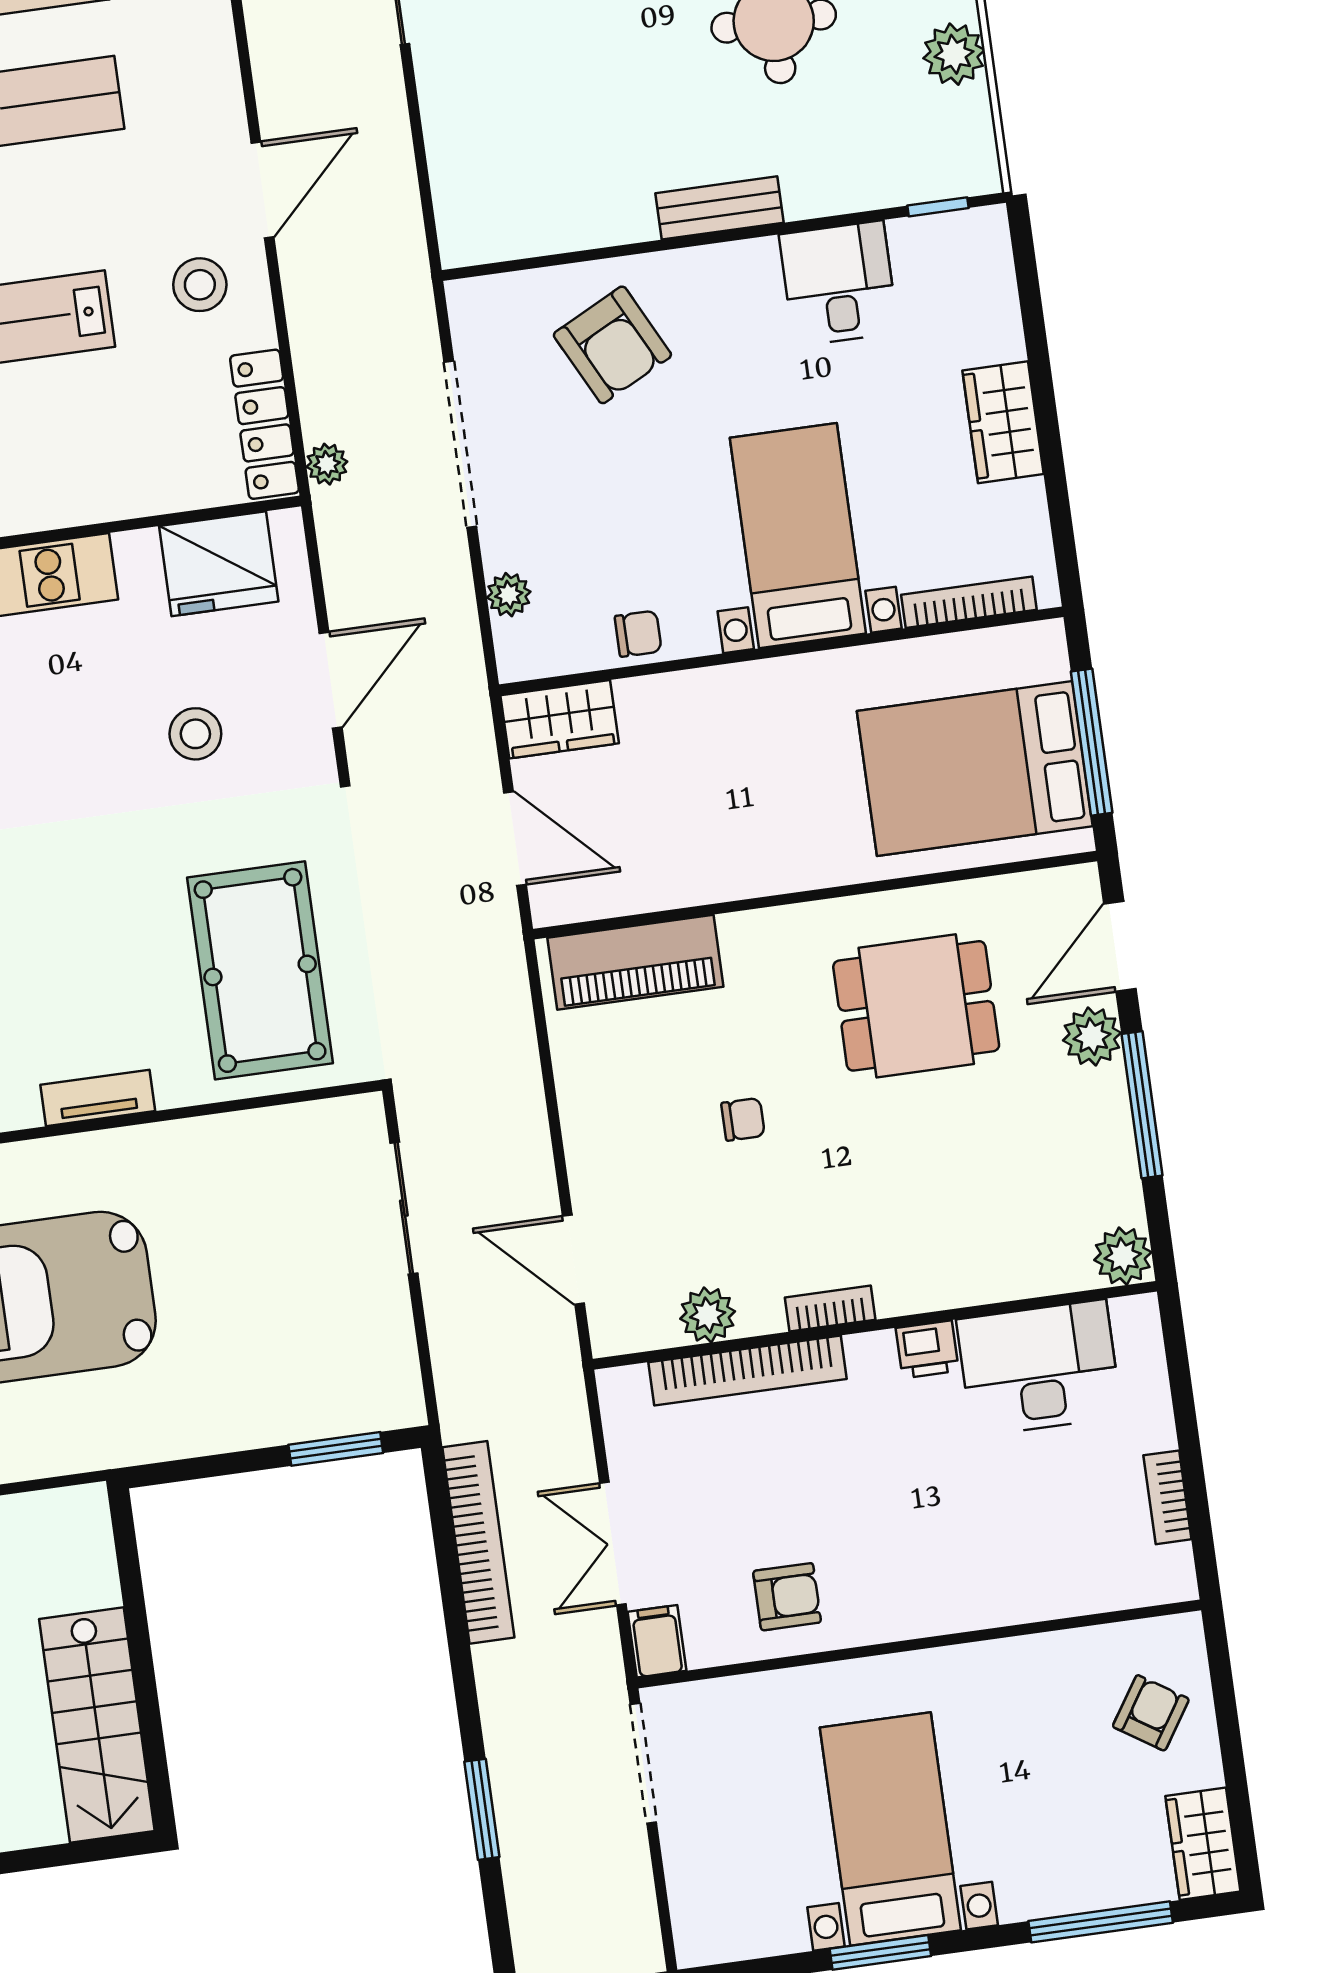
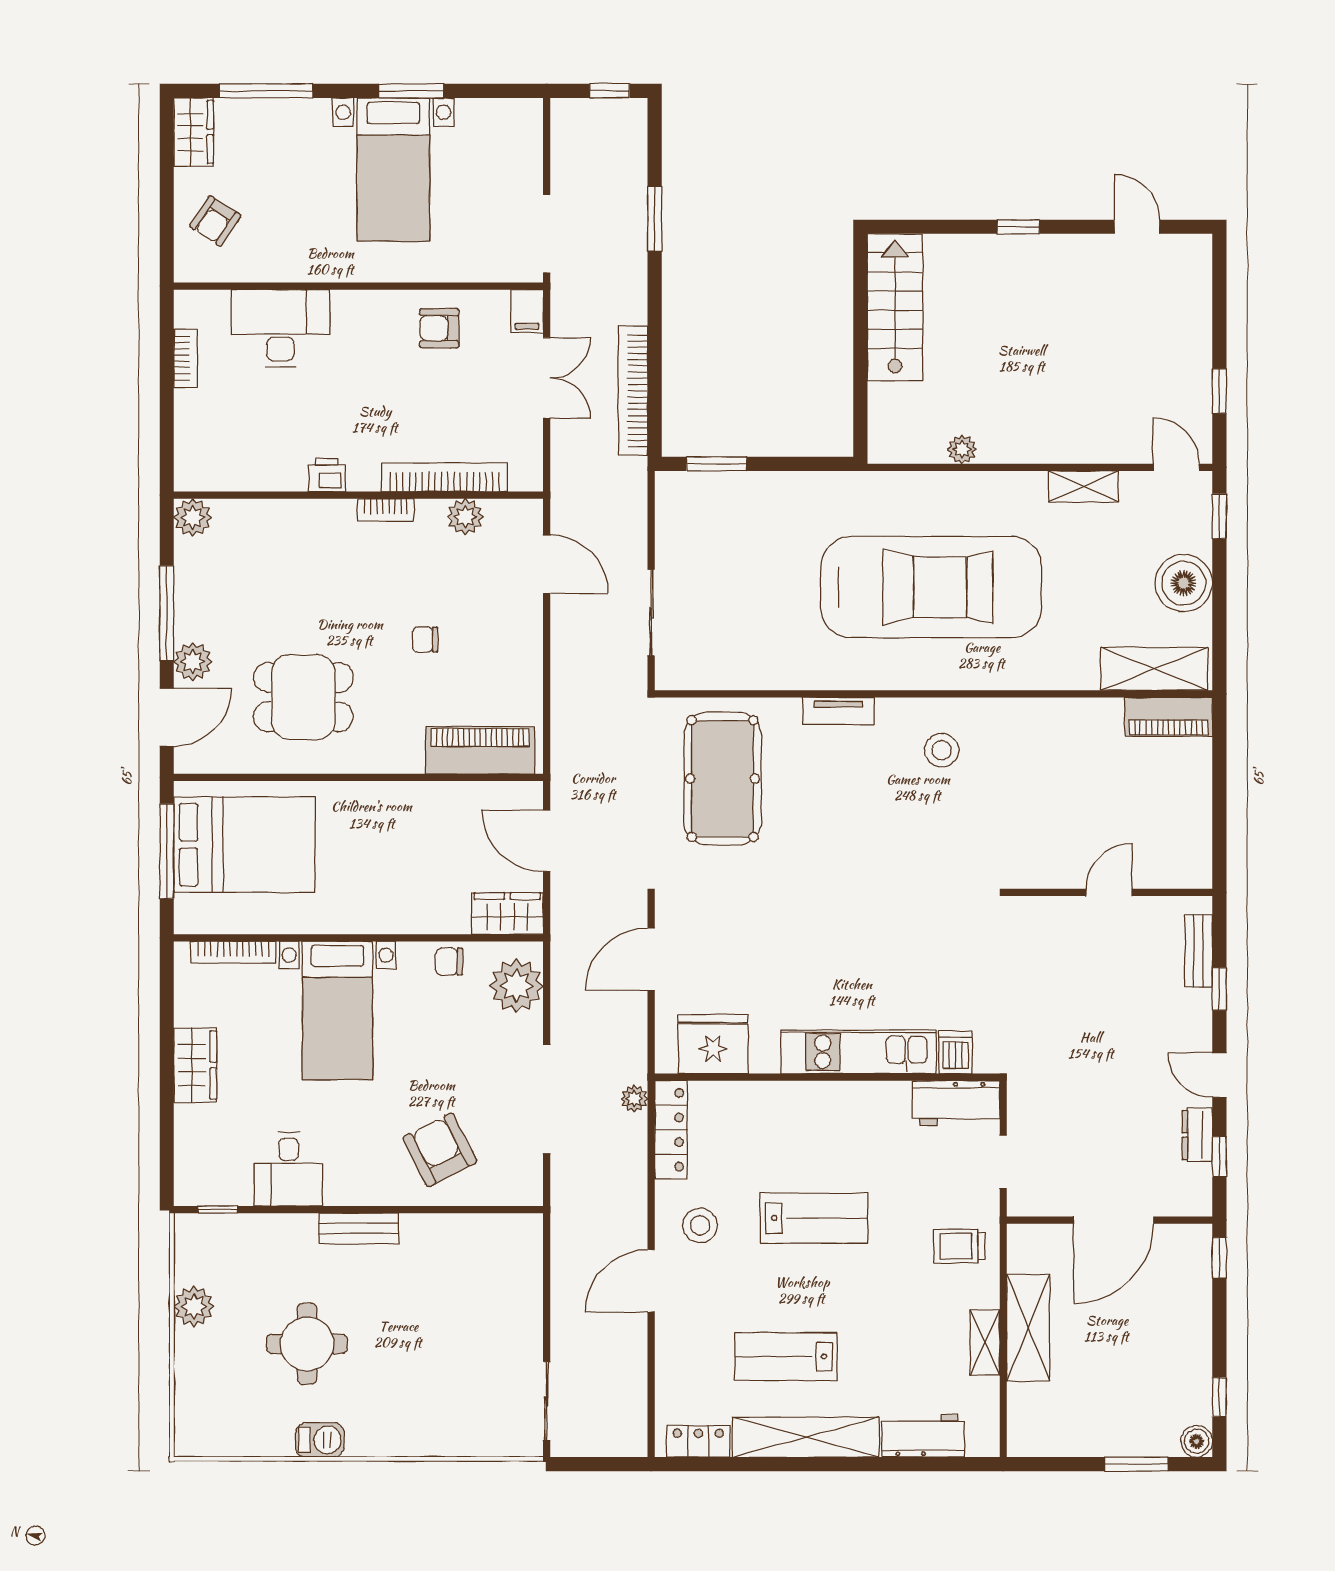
plant: (509, 595) -> (516, 986), width x1.87, depth x1.87
stool: (195, 734) -> (743, 937), removed
desk: (1039, 1368) -> (280, 328), moved, turned 180

